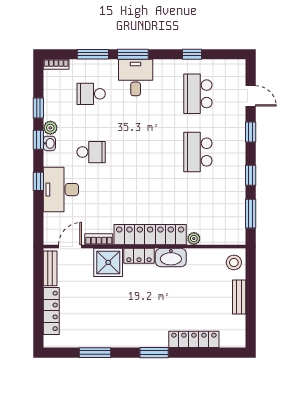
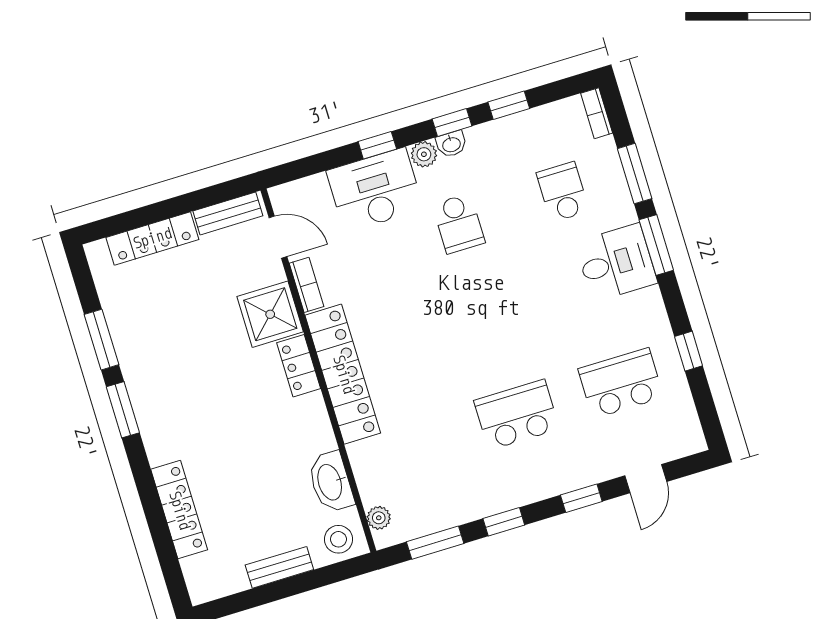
plant: (50, 128) -> (424, 154), moved
plant: (194, 239) -> (379, 518), moved
washbasin: (171, 258) -> (331, 482), moved
window: (154, 353) -> (123, 410), moved

